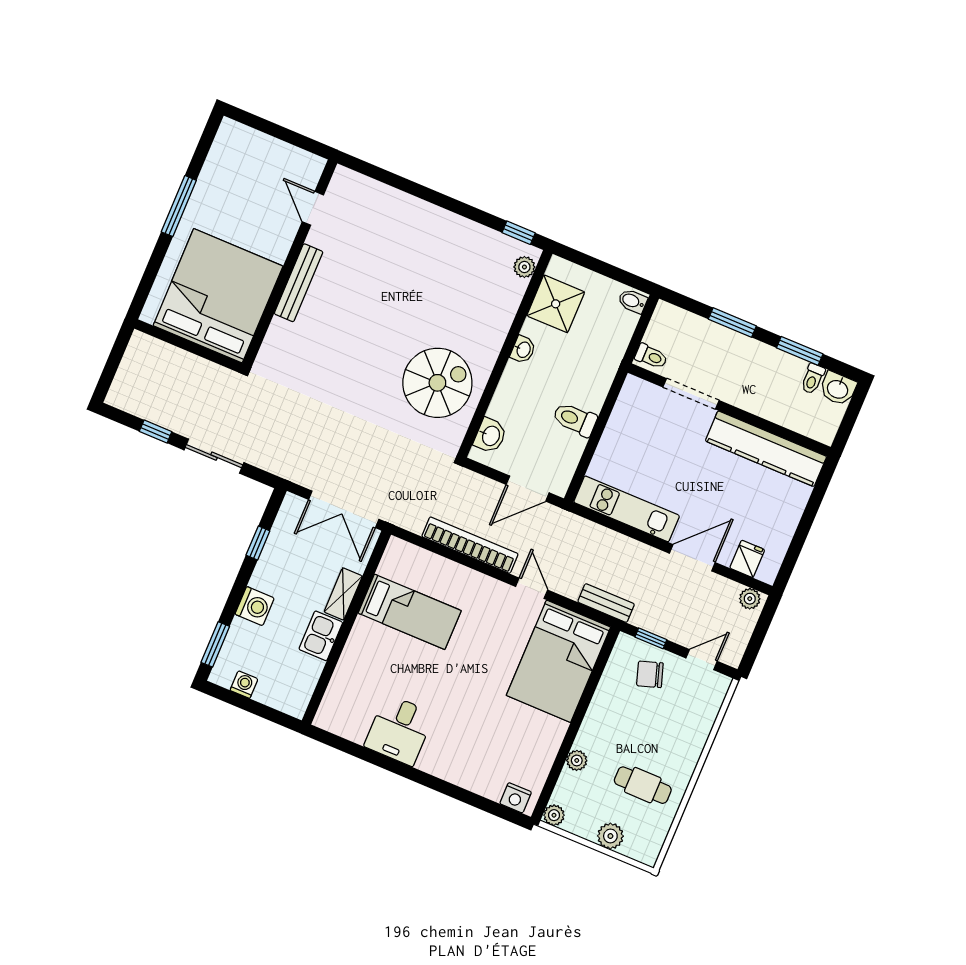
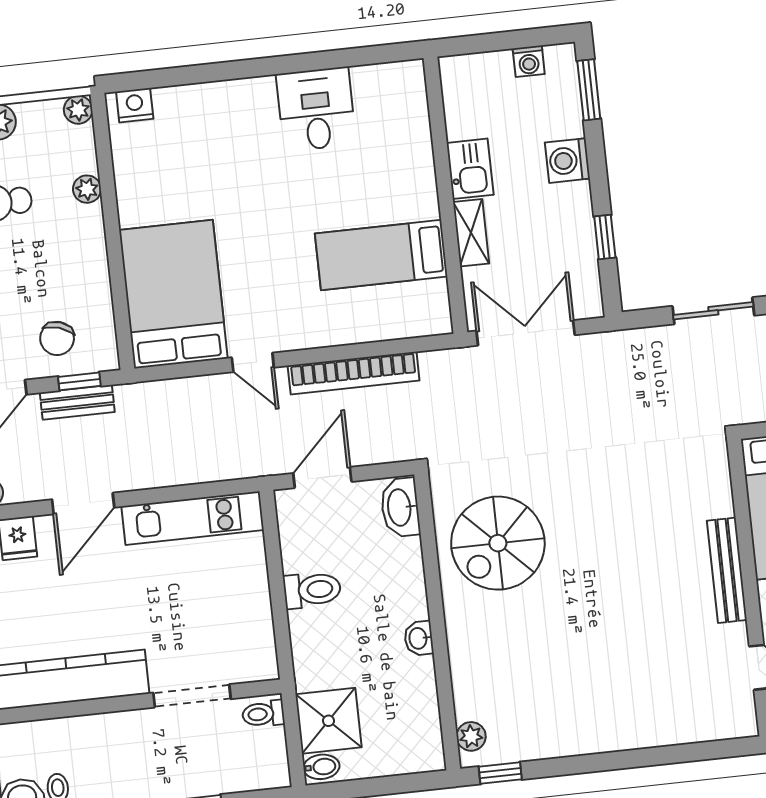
shower: (556, 304) -> (328, 721), moved
washbasin: (490, 436) -> (400, 507), width x1.38
bench: (606, 603) -> (77, 402), moved
chair: (650, 674) -> (57, 338), turned 126

